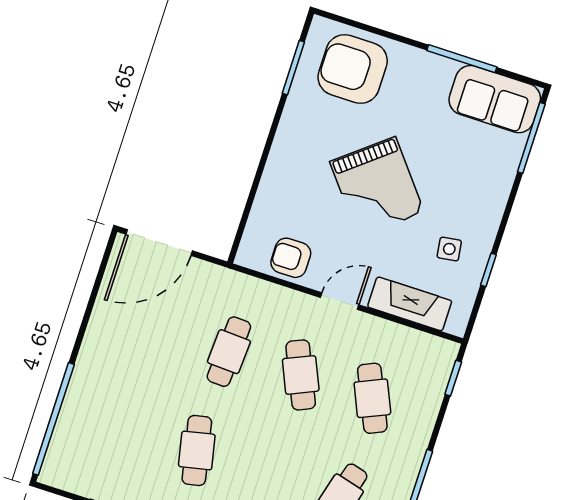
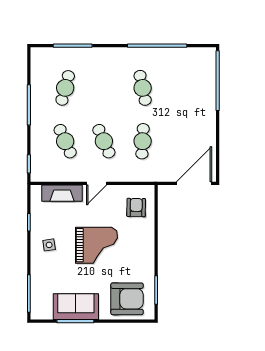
sofa: (495, 99) -> (76, 307), moved
grand piano: (377, 187) -> (97, 245), turned 129
side table: (449, 249) -> (49, 245), moved
armchair: (291, 258) -> (136, 207), moved, turned -89

